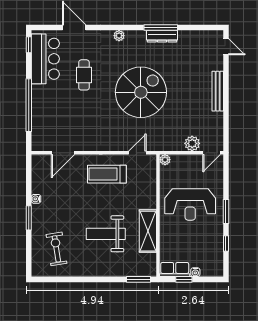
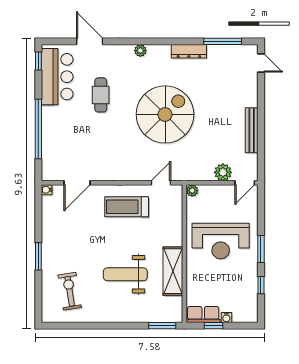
window: (161, 27) -> (223, 41), moved
bench: (218, 91) -> (252, 130), moved
water cooler: (36, 199) -> (47, 190), moved

